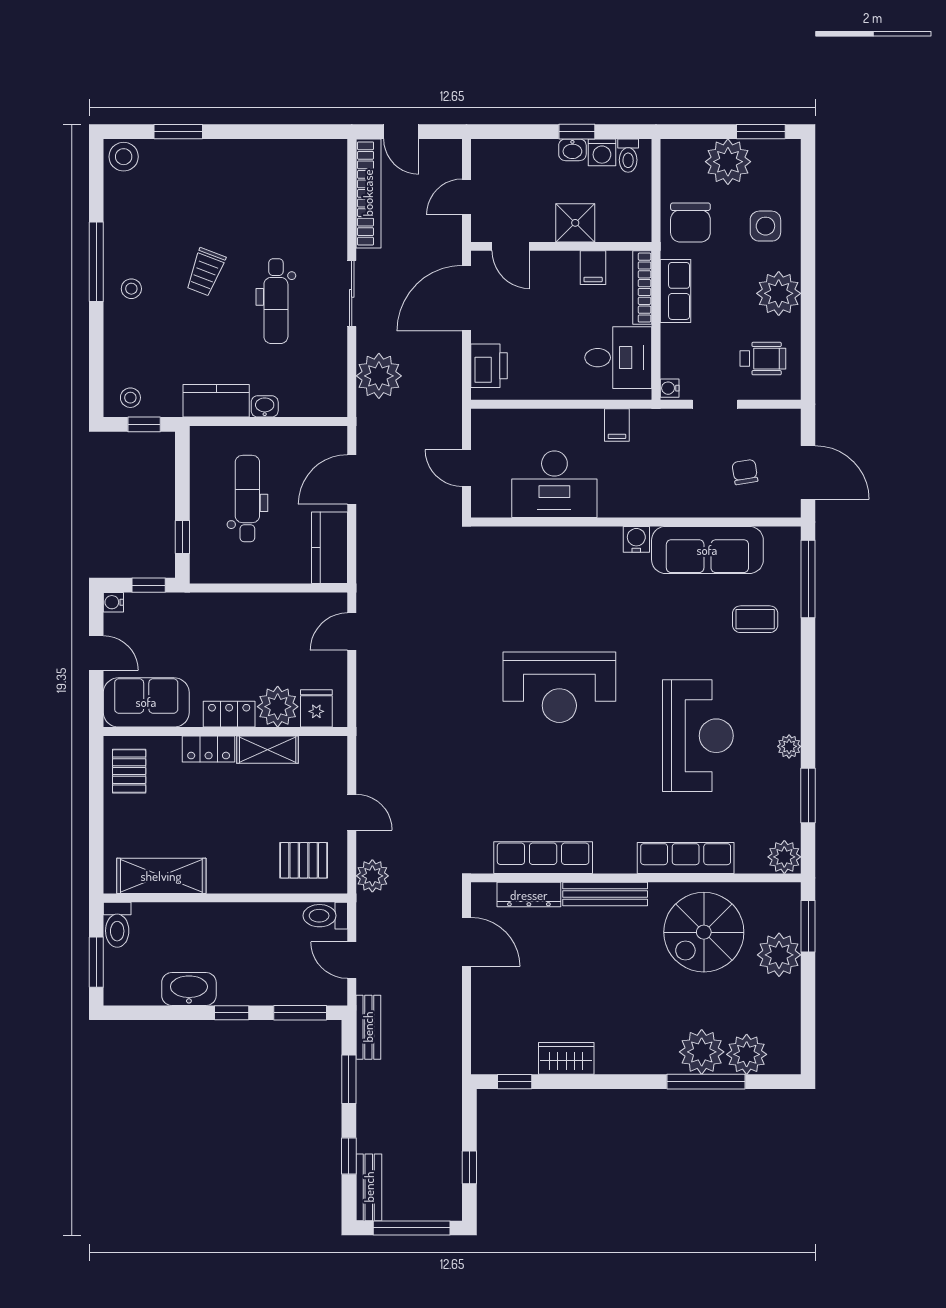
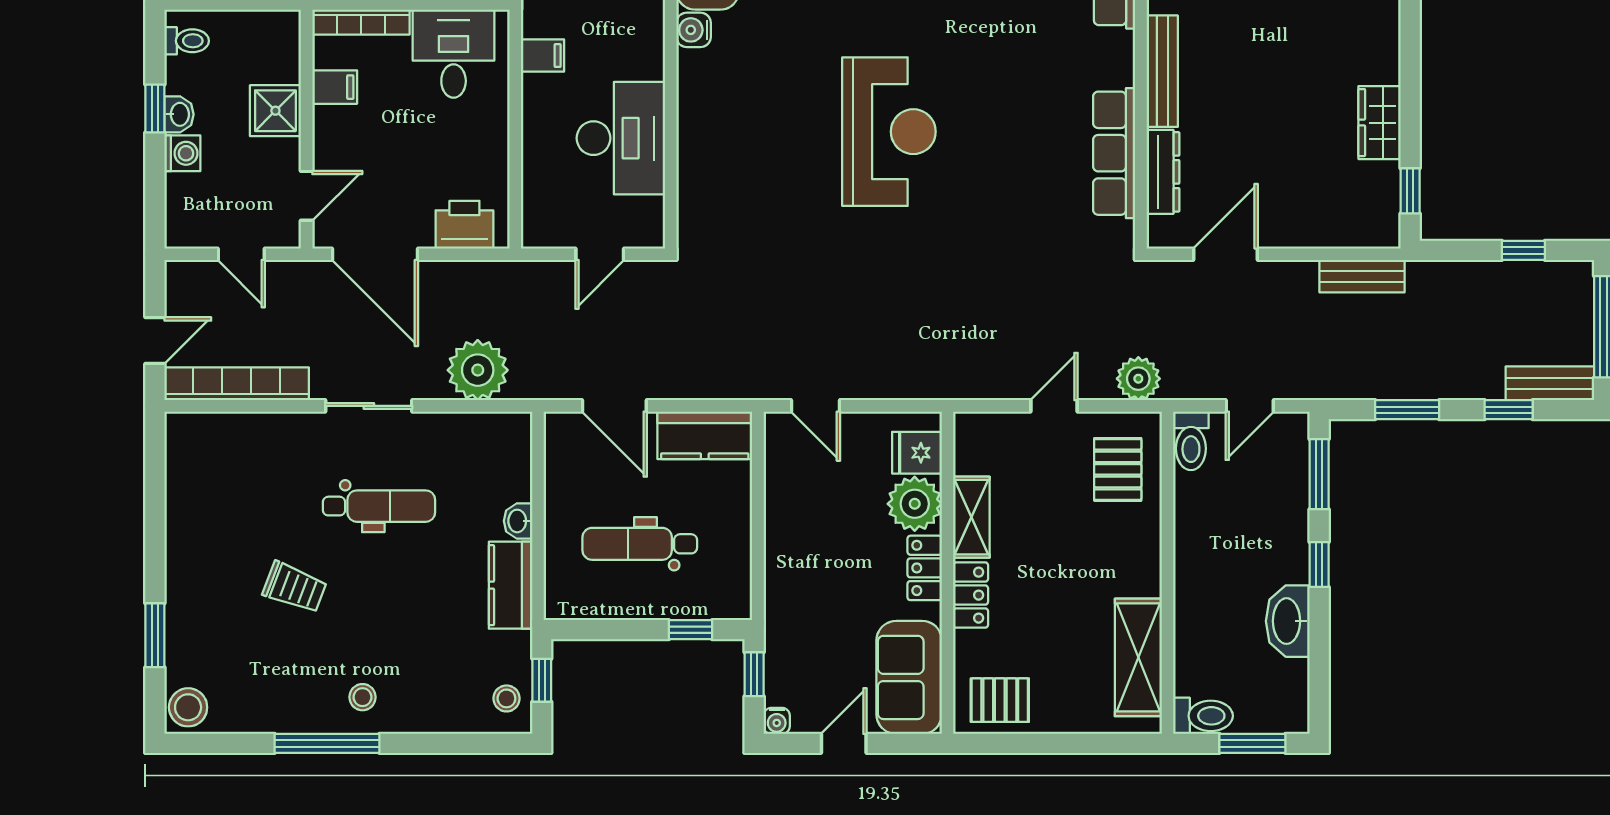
washing machine: (602, 152) -> (182, 153), moved
trolley: (206, 272) -> (295, 587), moved
bench: (368, 1027) -> (1362, 276), moved

